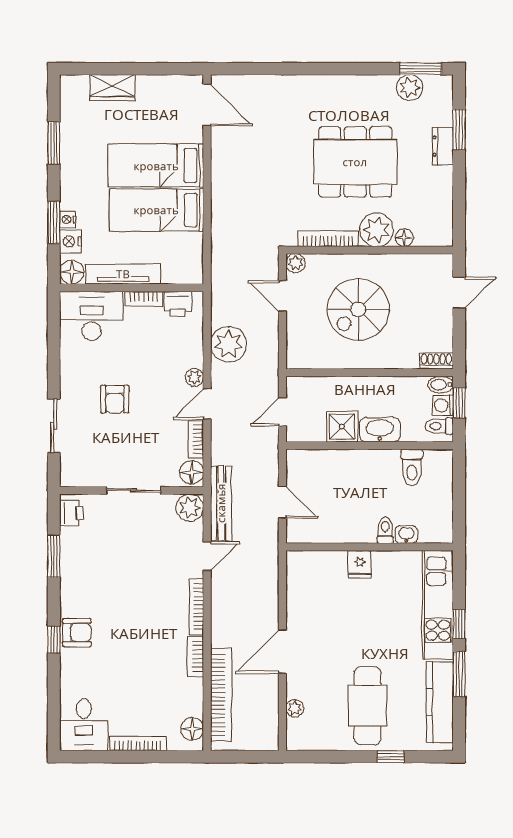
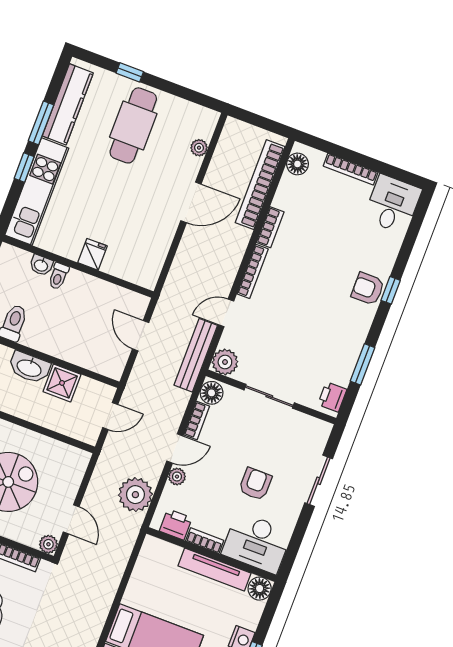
floor lamp: (72, 272) -> (260, 589), moved
tv unit: (123, 274) -> (215, 569), moved
wall: (132, 288) -> (212, 554), moved
bookcase: (143, 299) -> (205, 541), moved
printer: (178, 304) -> (176, 524), moved
desk: (92, 316) -> (257, 543), moved

